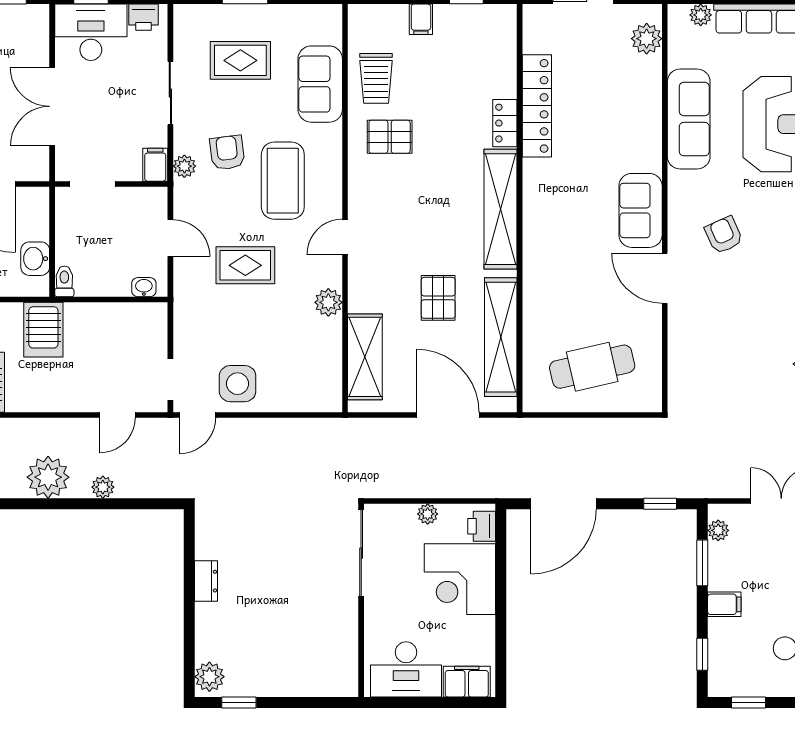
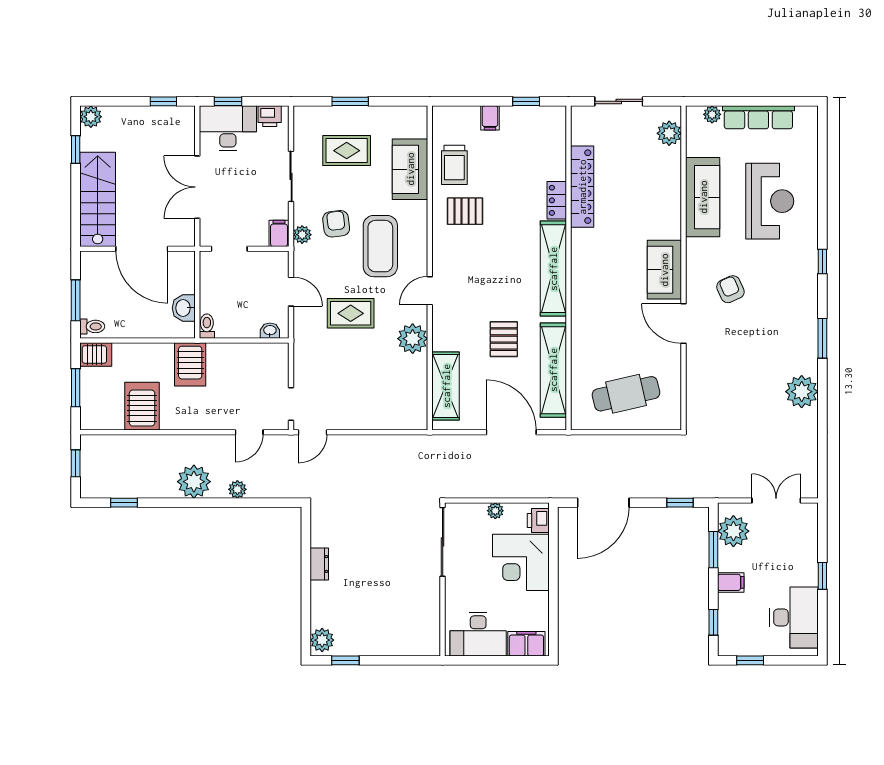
plant: (328, 302) -> (413, 339), width x1.36, depth x1.36
side table: (238, 384) -> (344, 407), removed
plant: (718, 530) -> (733, 531), width x1.87, depth x1.87

